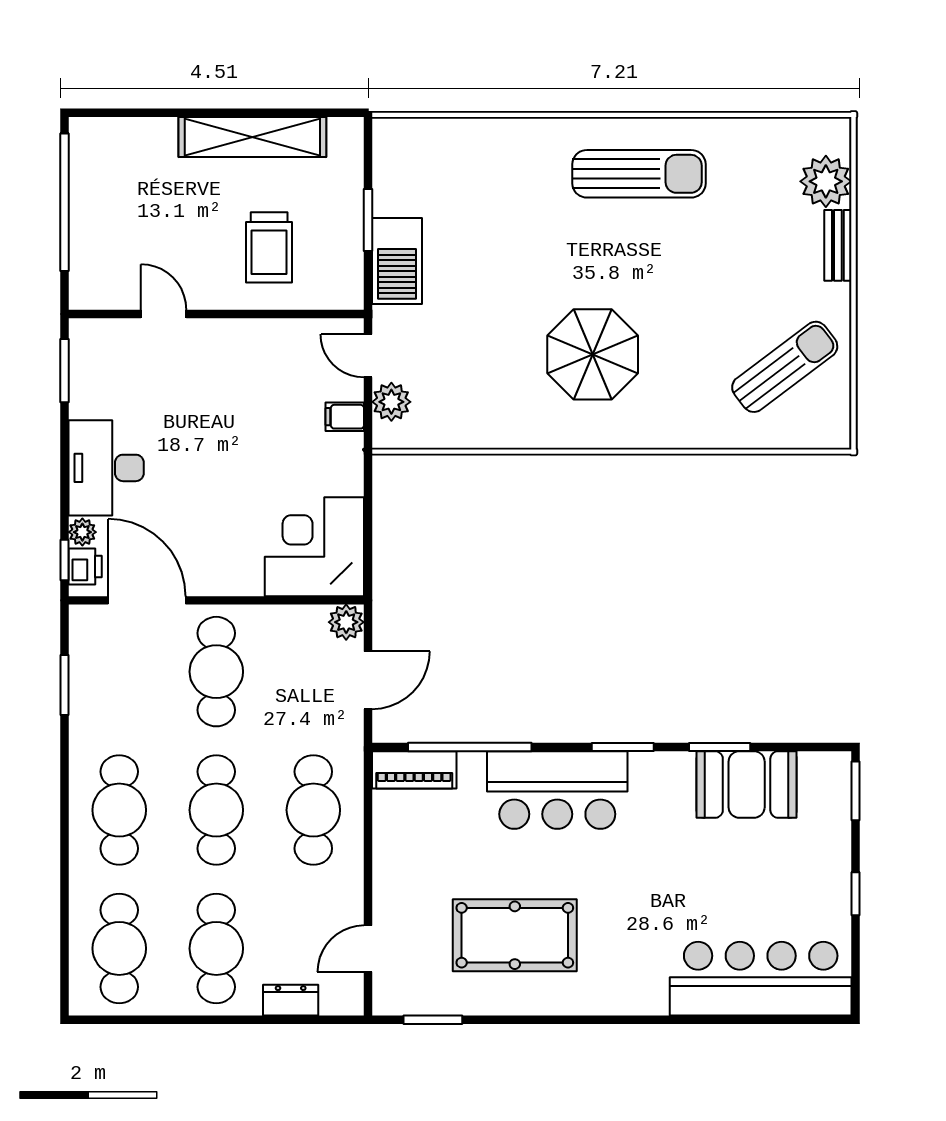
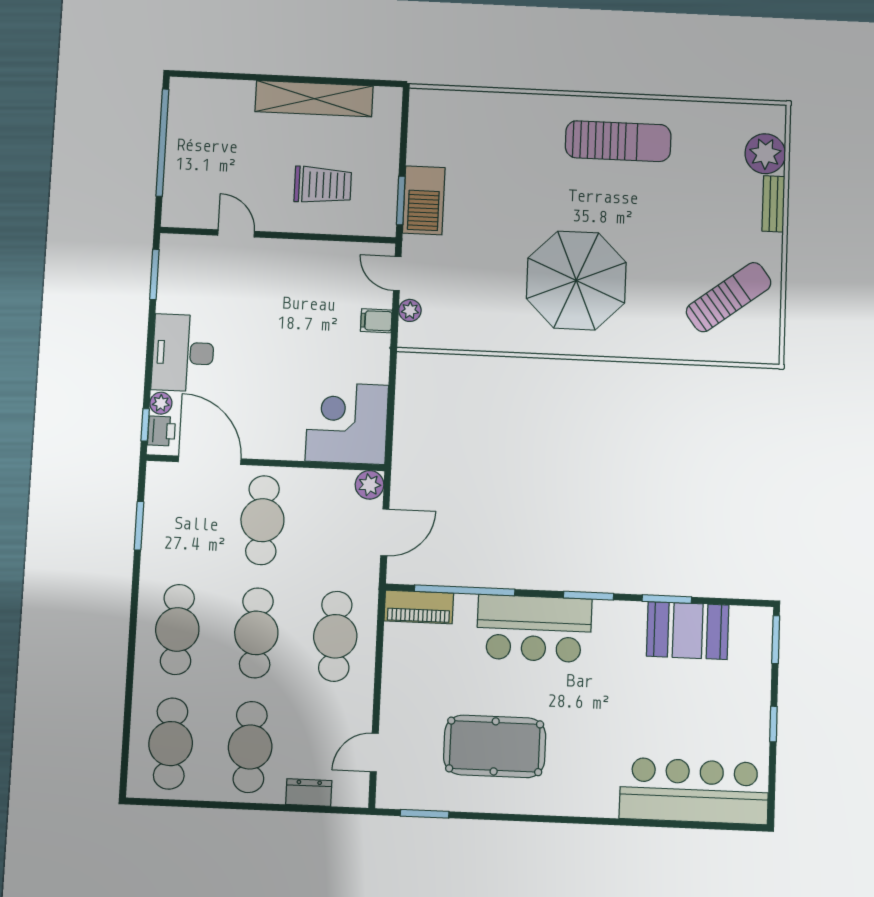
window: (368, 220) -> (401, 200), moved
trolley: (269, 247) -> (323, 185), turned -90
parasol: (593, 354) -> (576, 280), width x1.36, depth x1.36
plant: (391, 402) -> (410, 310), width x0.73, depth x0.73

